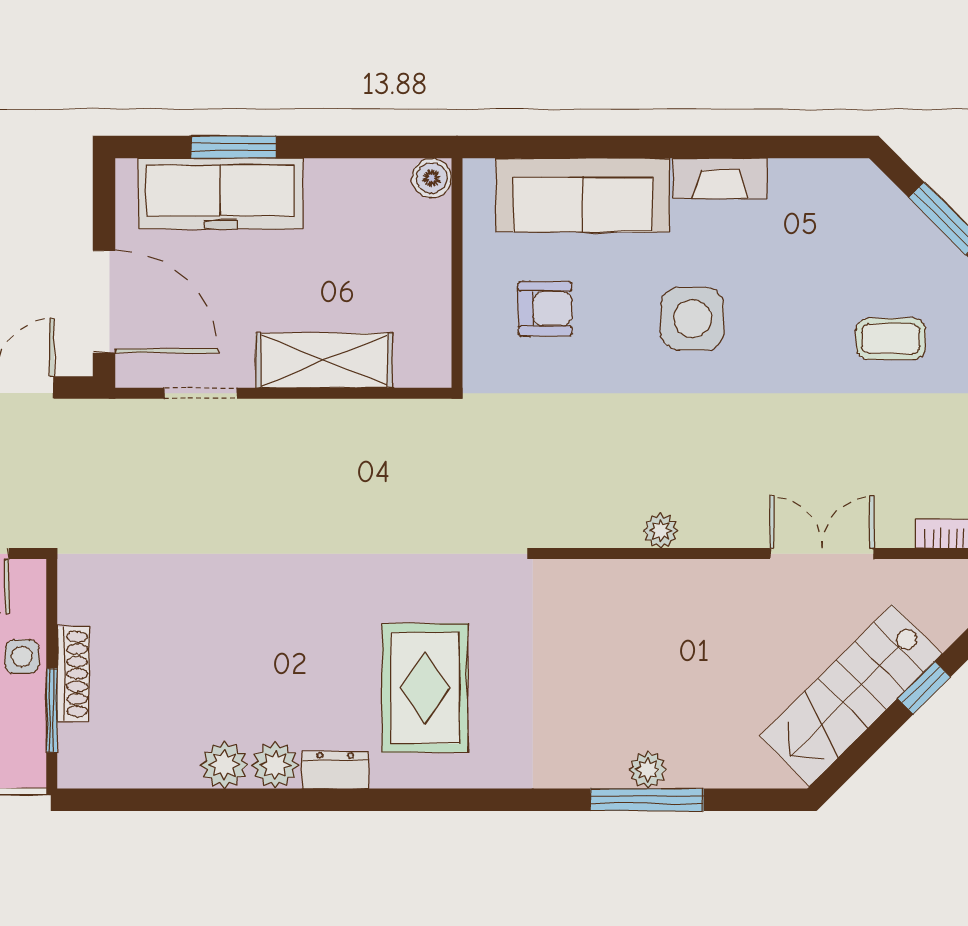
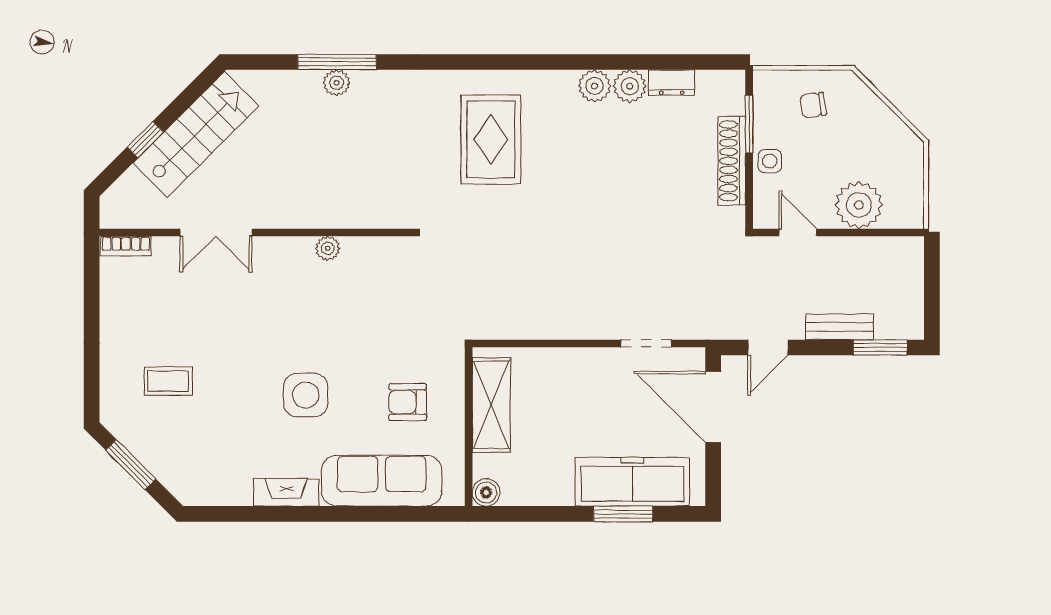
shelving: (324, 360) -> (491, 405), moved, turned 90
shoe rack: (73, 674) -> (732, 161), width x1.36, depth x1.24
dresser: (335, 770) -> (672, 83), moved

